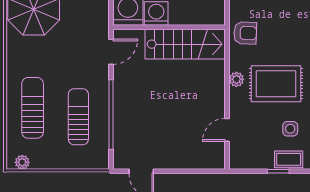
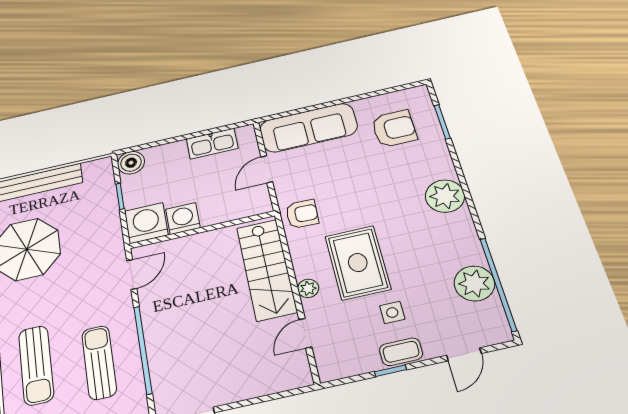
stairs: (185, 44) -> (267, 269), moved, turned 90
plant: (236, 79) -> (308, 288), moved
rug: (276, 84) -> (358, 263), turned 90
sun lounger: (33, 108) -> (36, 365), turned 180

